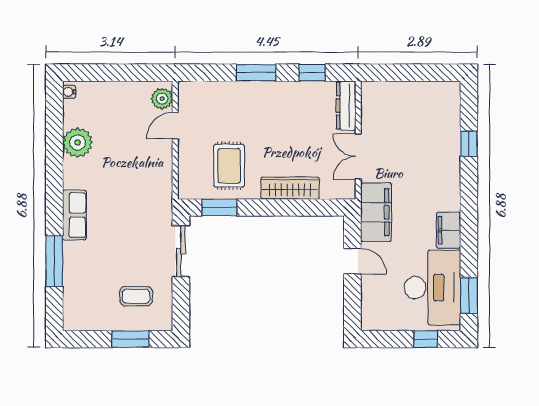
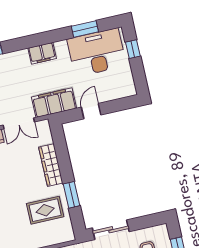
window: (219, 207) -> (72, 195), moved
filing cabinet: (449, 230) -> (42, 53), moved
window: (469, 296) -> (85, 29), moved

